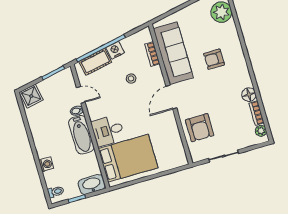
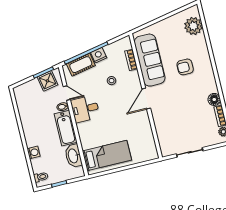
shower: (31, 96) -> (47, 81), moved
armchair: (200, 128) -> (170, 126), removed
desk: (108, 131) -> (85, 109), moved
bed: (128, 158) -> (107, 155), width x0.67
washbasin: (92, 184) -> (73, 156), moved, turned -90

